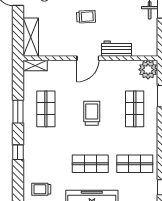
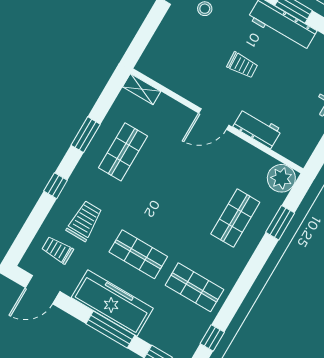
shelving: (31, 37) -> (157, 50), removed
trolley: (92, 113) -> (84, 221), moved

